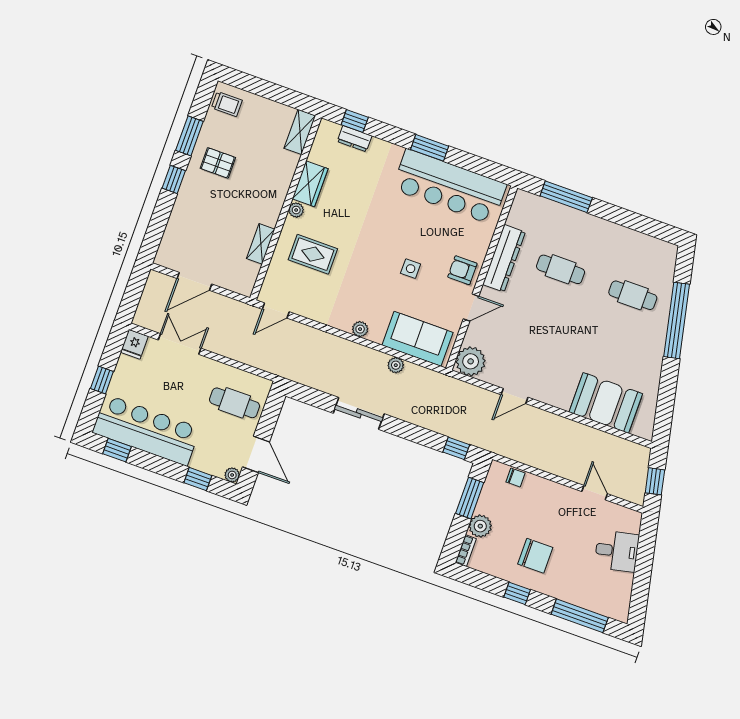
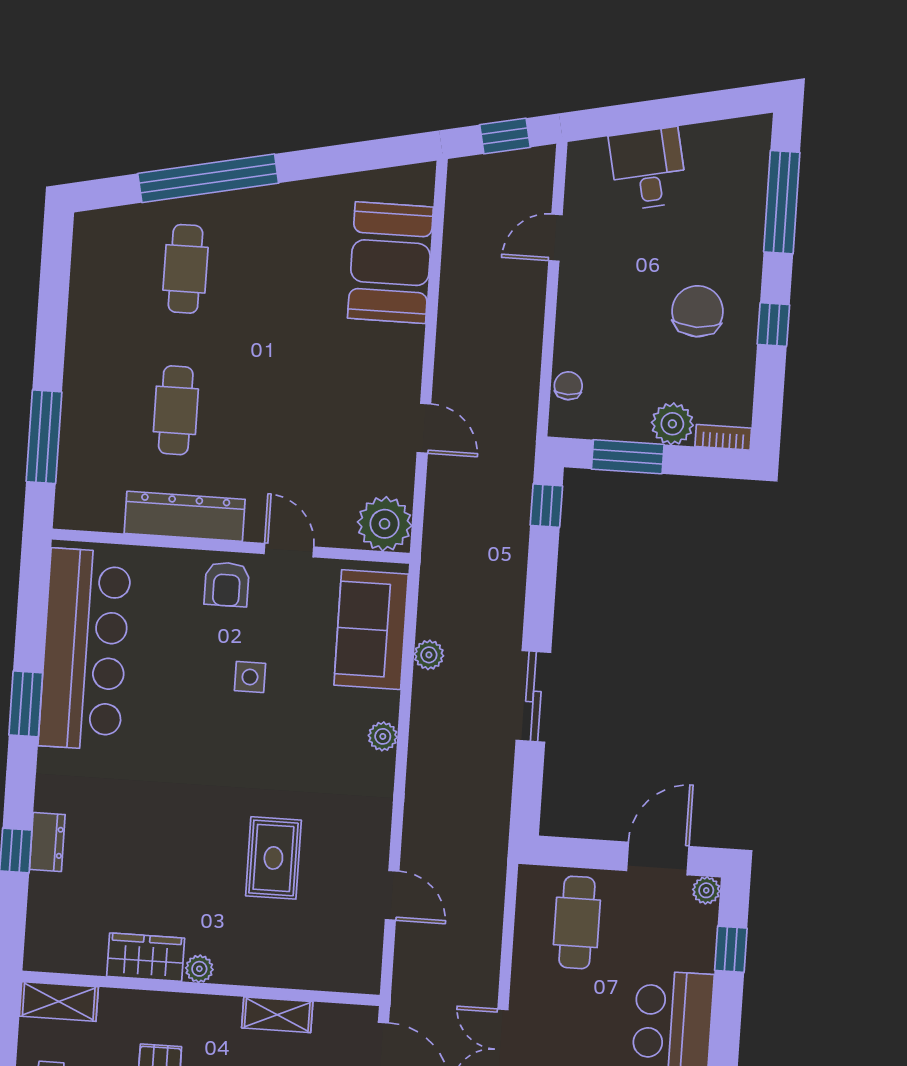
shelving: (300, 132) -> (59, 1002), moved
wardrobe: (310, 184) -> (146, 957), moved
wall: (286, 208) -> (201, 988), moved
plant: (296, 210) -> (199, 969), moved
shelving: (261, 244) -> (277, 1015), moved

